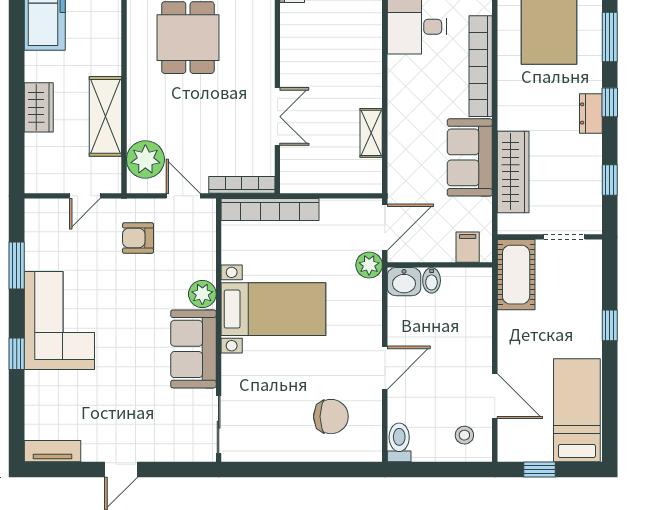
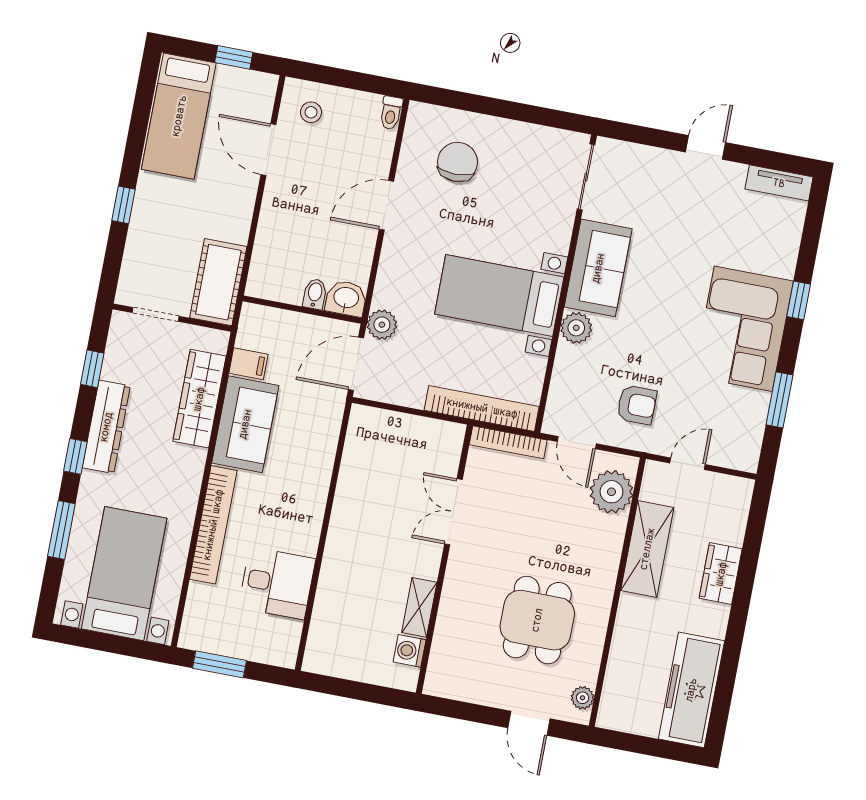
dresser: (591, 113) -> (106, 427), width x1.96, depth x1.24
shelving: (371, 133) -> (419, 607), moved
filing cabinet: (468, 247) -> (248, 364), moved, turned -90
chair: (331, 417) -> (458, 162), turned 90
toilet: (399, 442) -> (391, 113), width x0.73, depth x0.72

